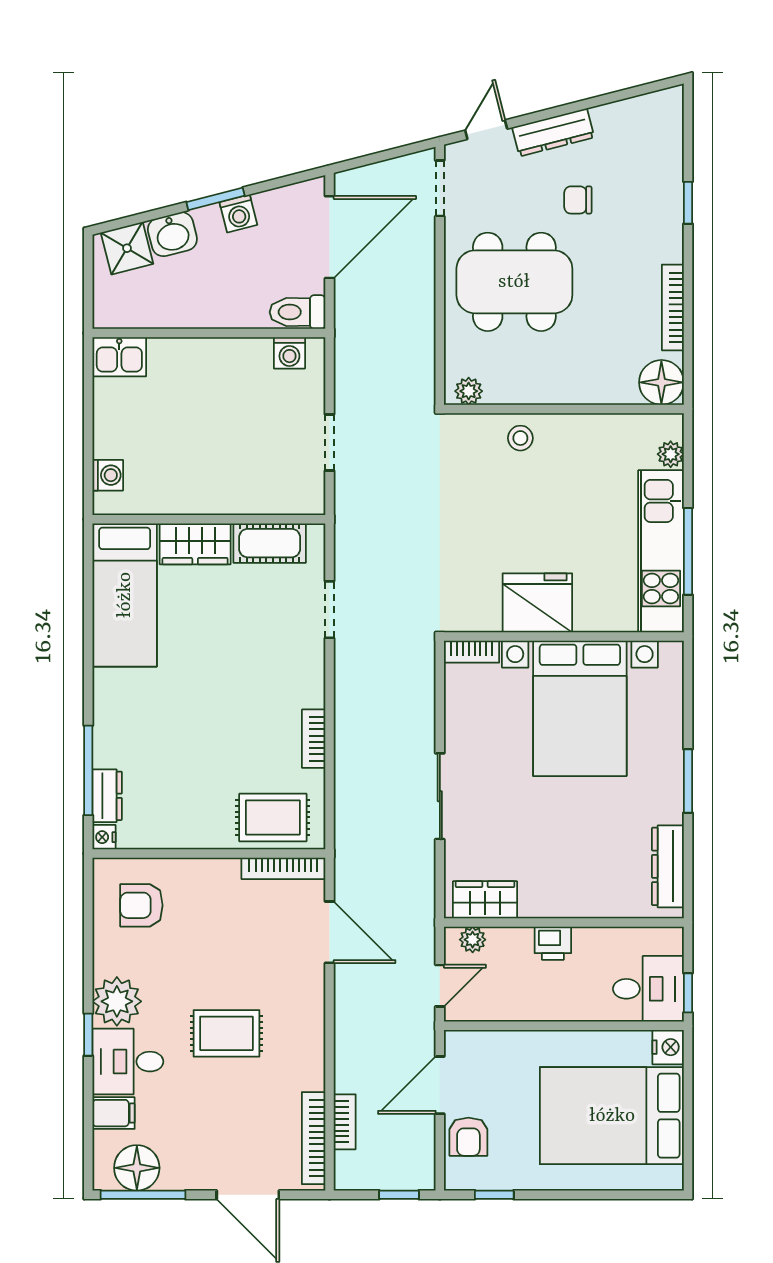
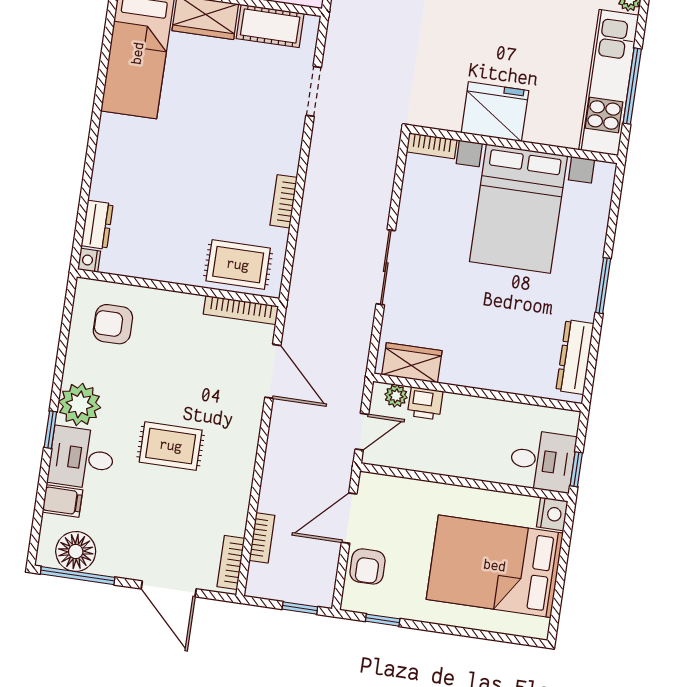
window: (88, 770) -> (84, 200), removed
printer: (553, 943) -> (425, 403), moved
bookcase: (314, 1138) -> (231, 562), width x0.64

